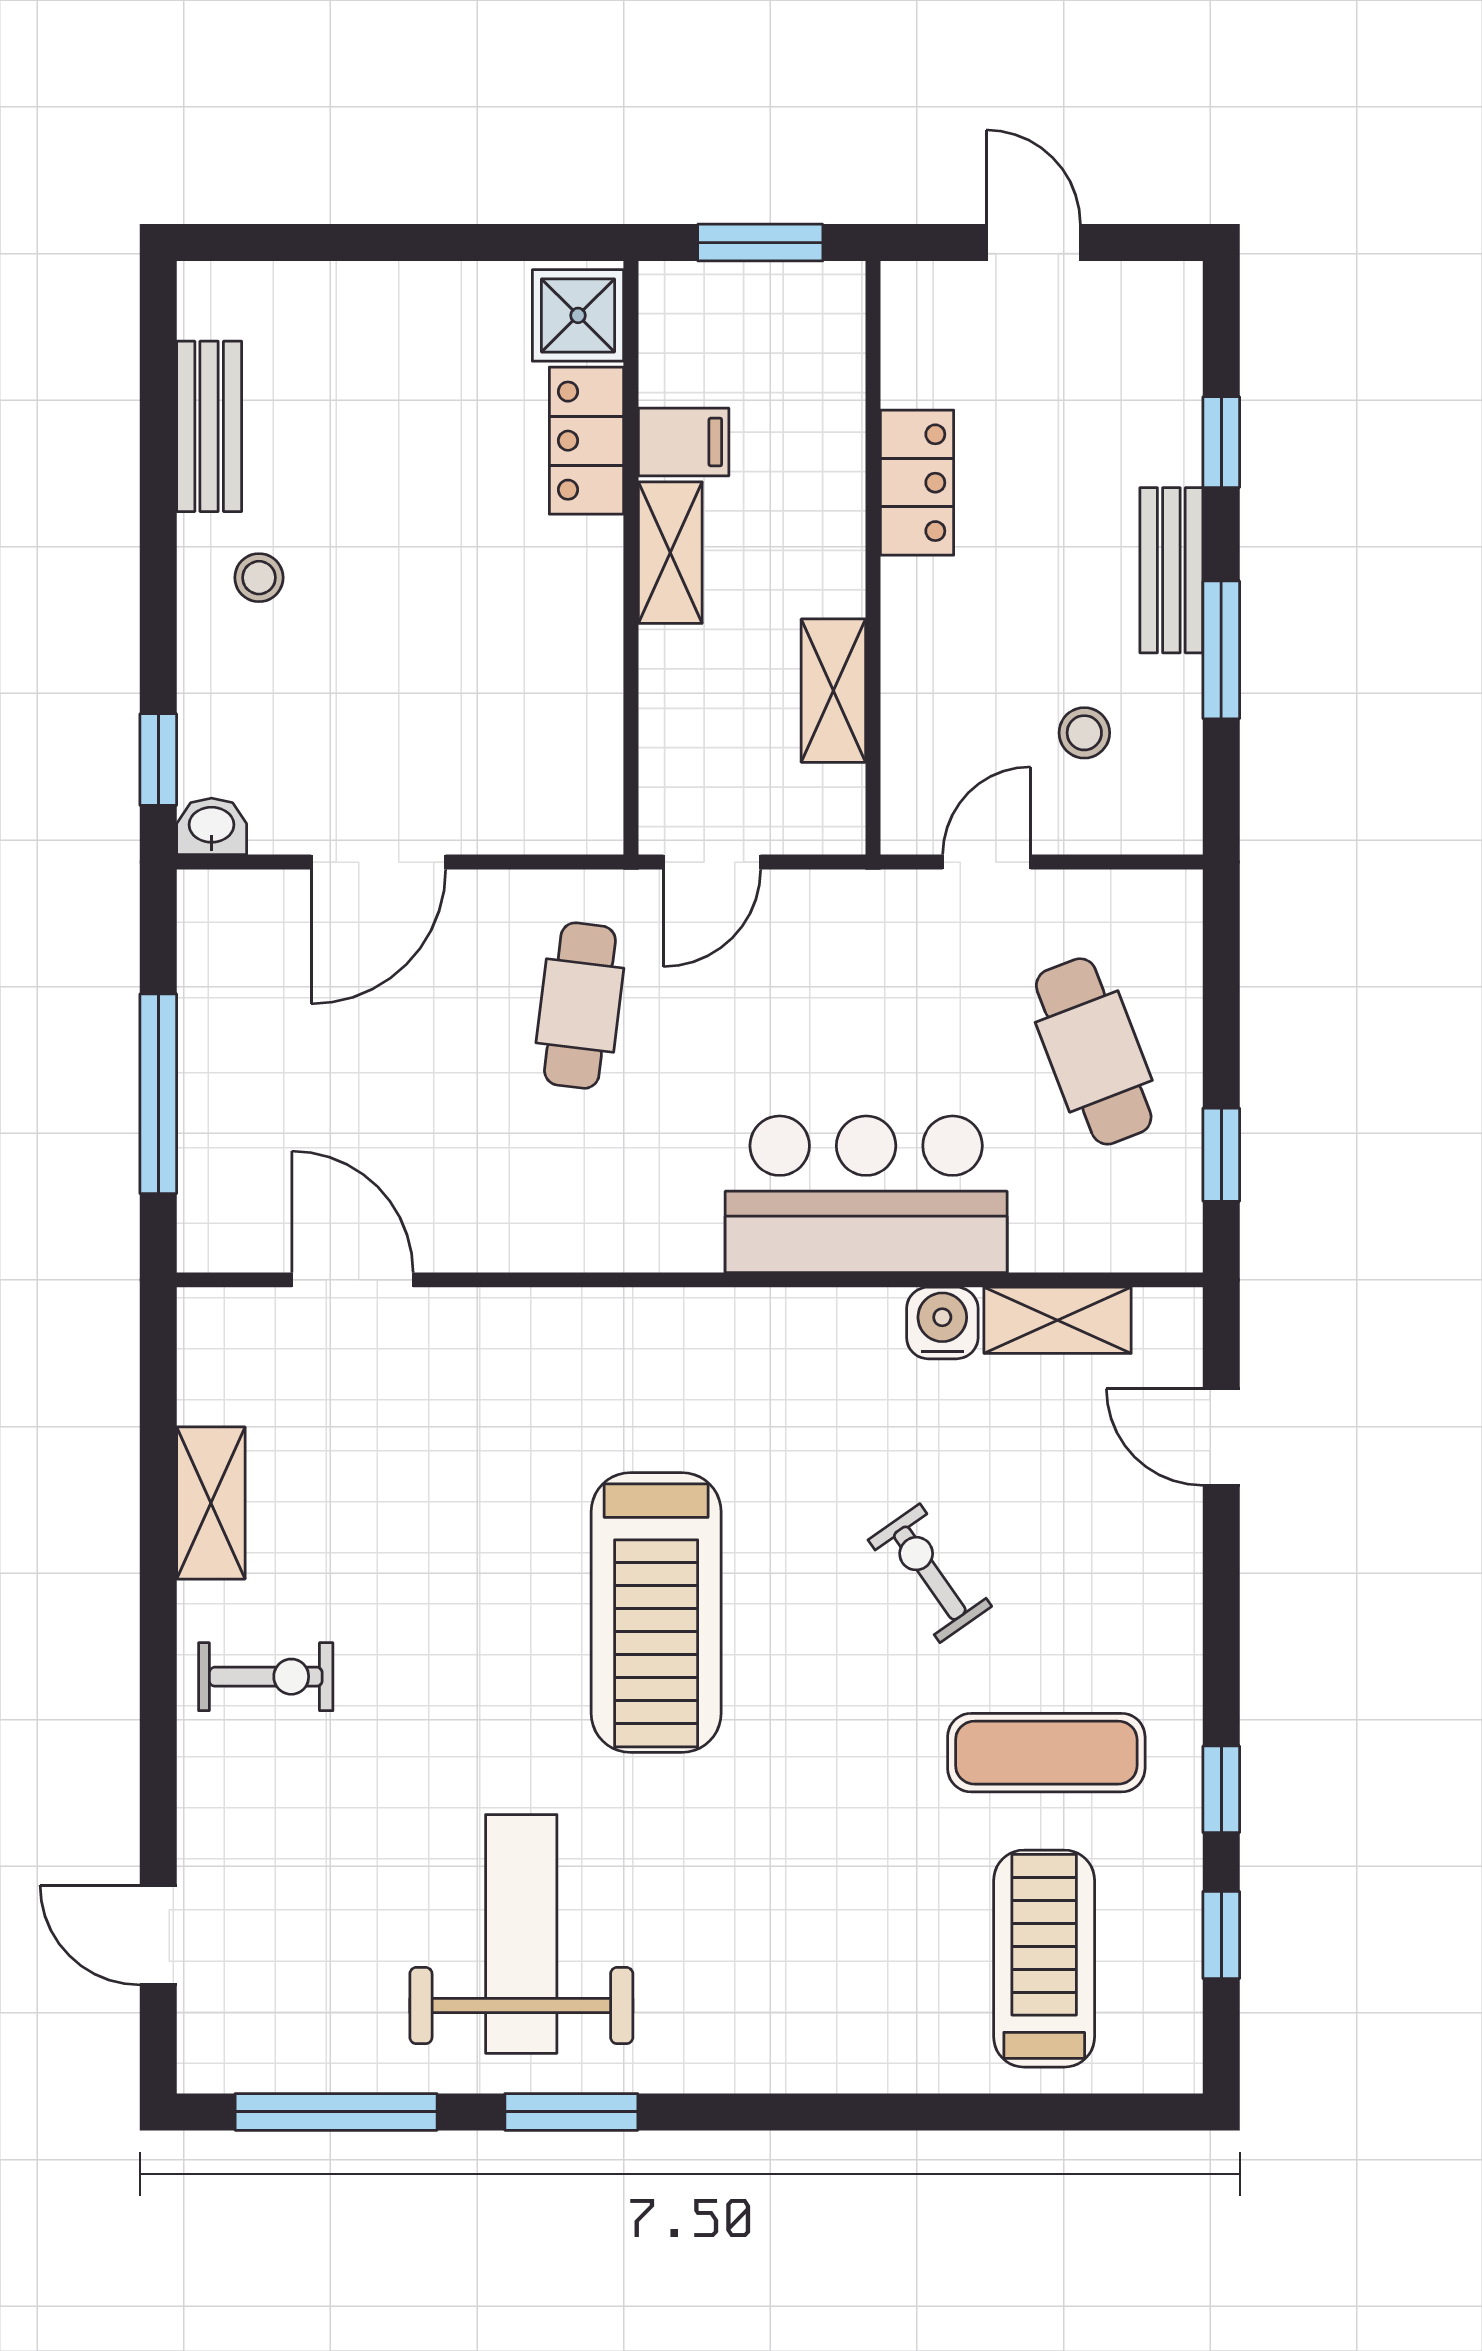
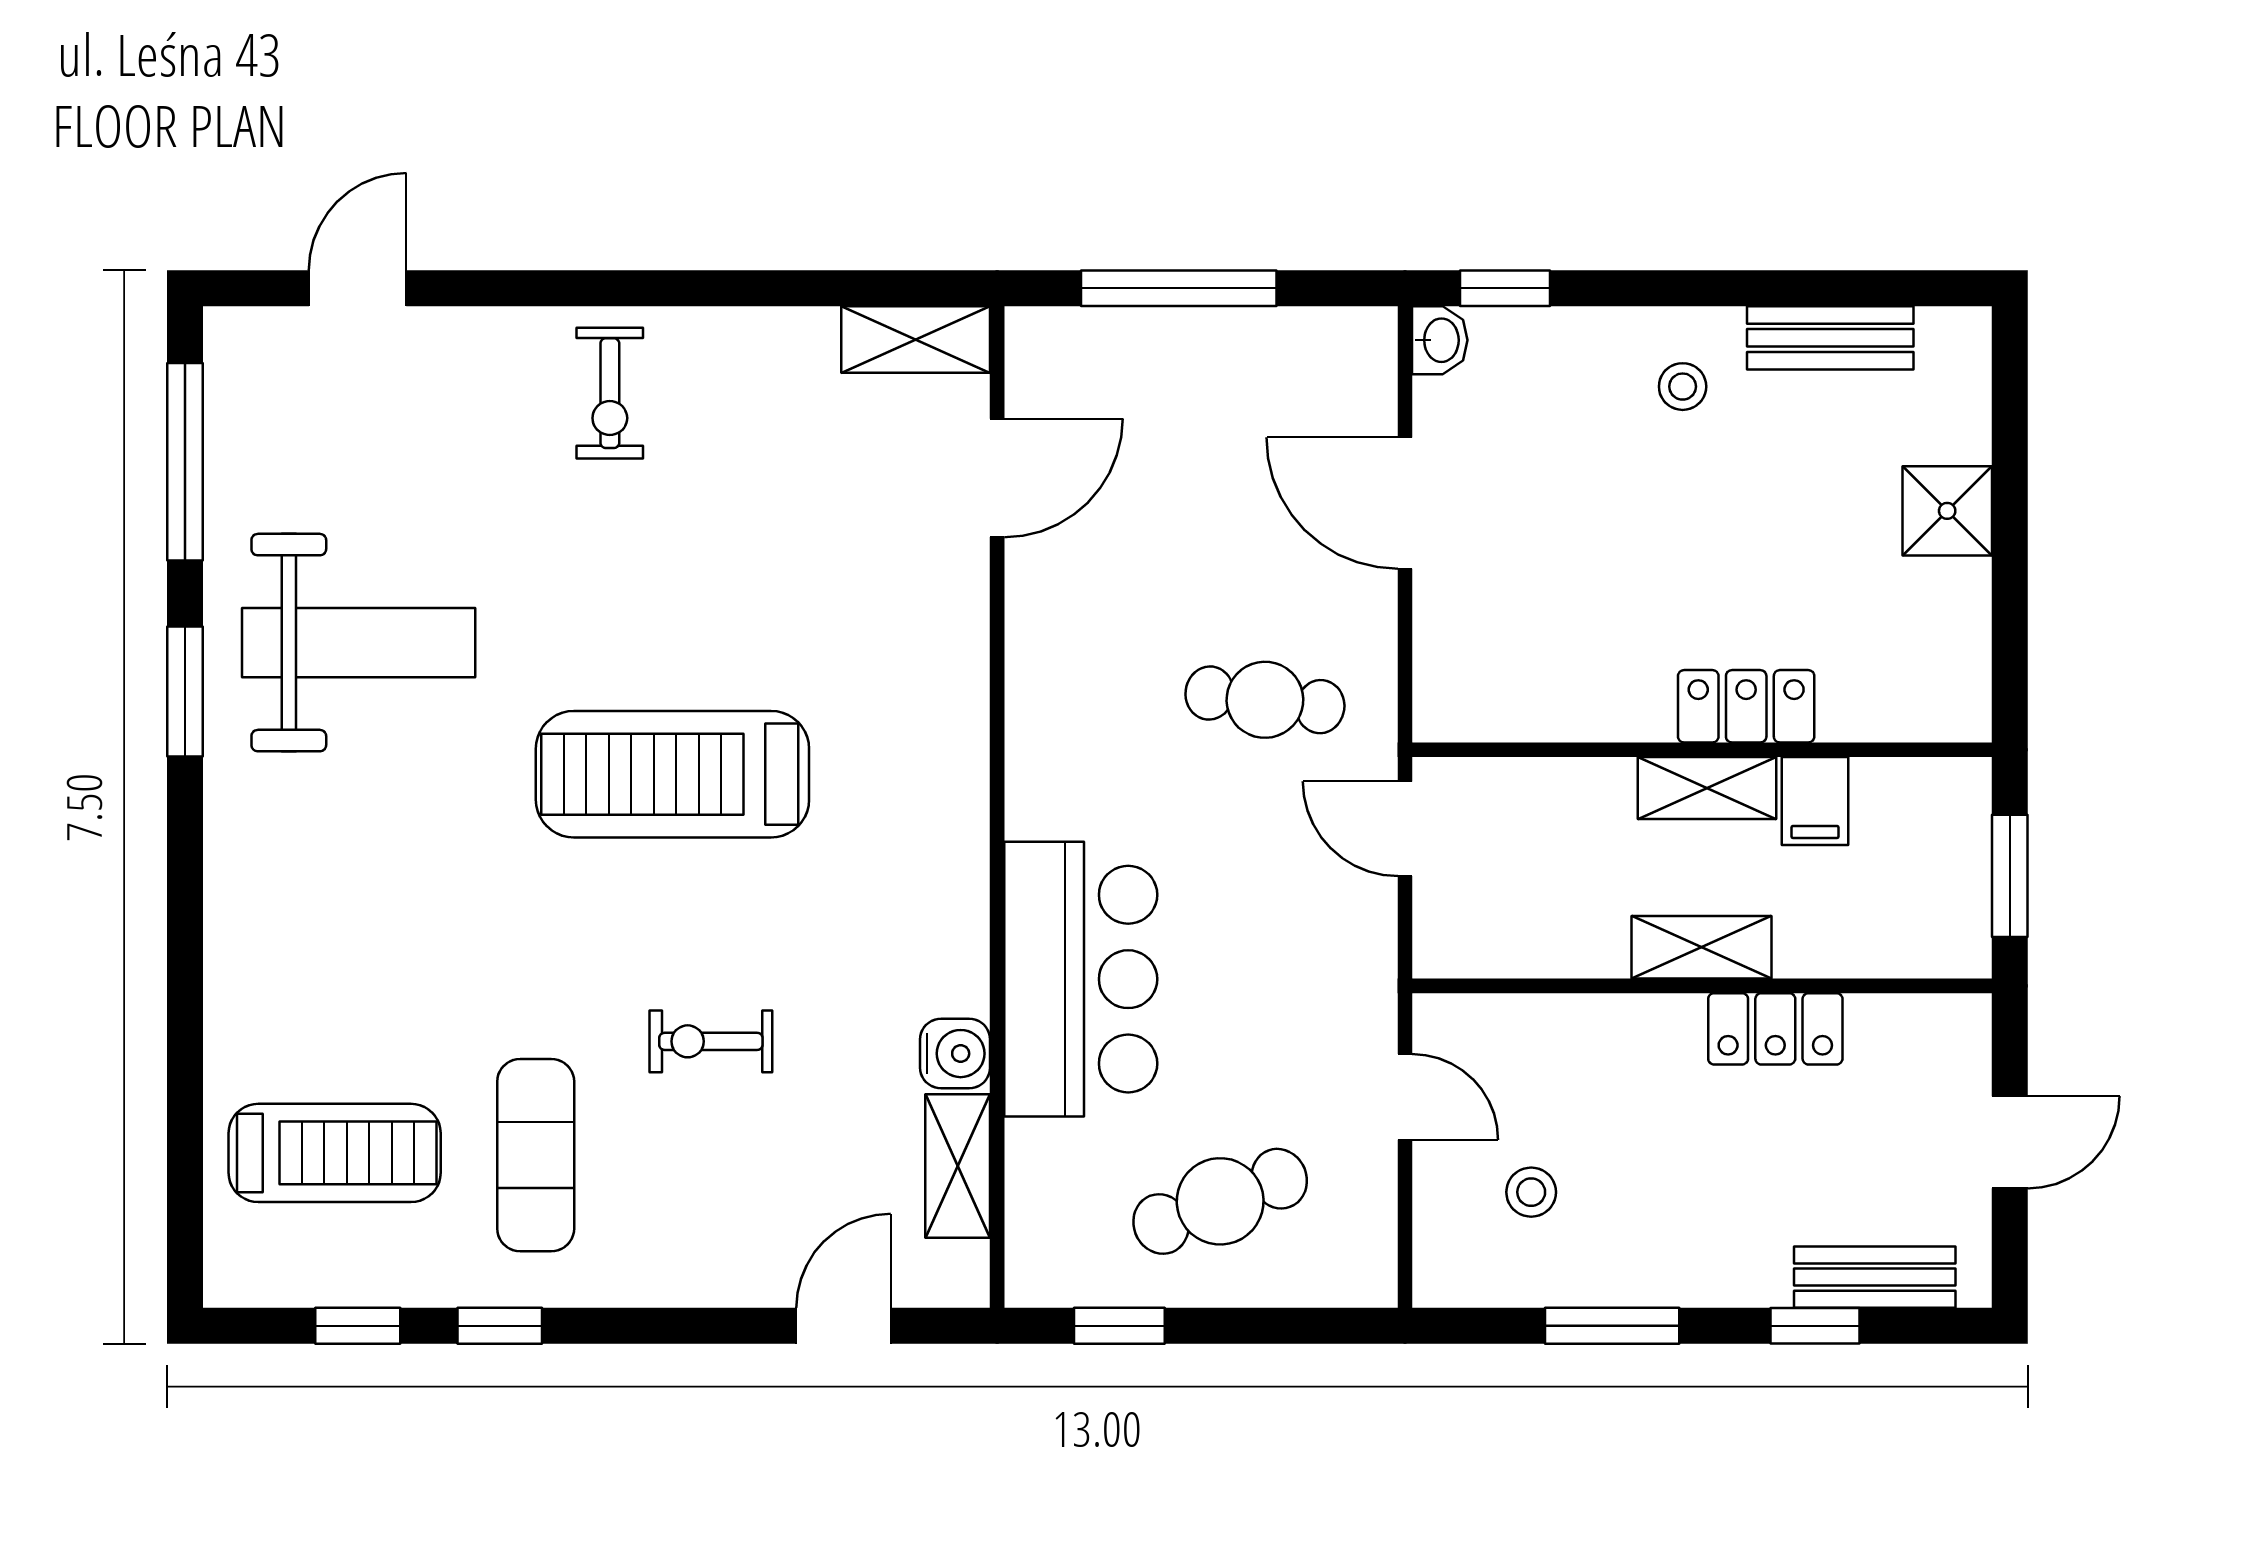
shower: (578, 315) -> (1947, 511), moved
locker: (587, 441) -> (1746, 706), moved
bench: (1171, 570) -> (1875, 1277), moved
shelving: (833, 691) -> (1702, 947), moved
shelving: (211, 1503) -> (916, 339), moved
exercise bike: (930, 1573) -> (711, 1041), turned -145

